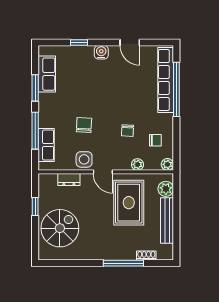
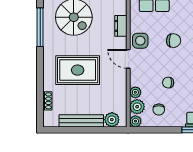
plant: (152, 163) -> (137, 107), added
door: (103, 172) -> (128, 59), hinge flipped
rug: (129, 203) -> (78, 70), moved
window: (123, 263) -> (40, 27), moved

